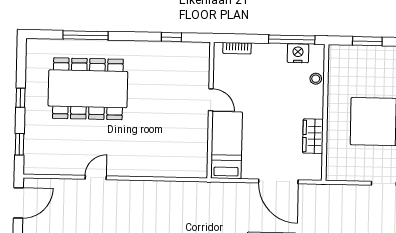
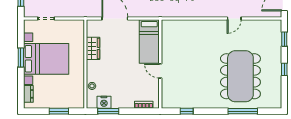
window: (292, 40) -> (108, 111), width x0.69
dining table: (88, 89) -> (240, 76), turned 90

